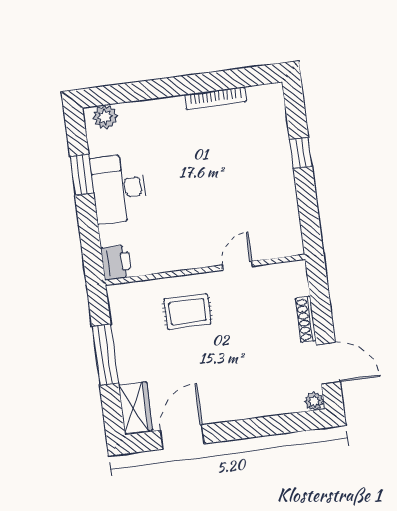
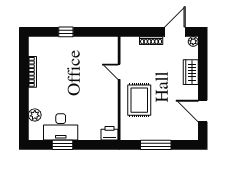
plant: (105, 117) -> (35, 115), moved
desk: (119, 189) -> (61, 127), moved
rug: (187, 311) -> (139, 100), width x1.36, depth x1.43
wardrobe: (136, 408) -> (191, 72), moved, turned -90

